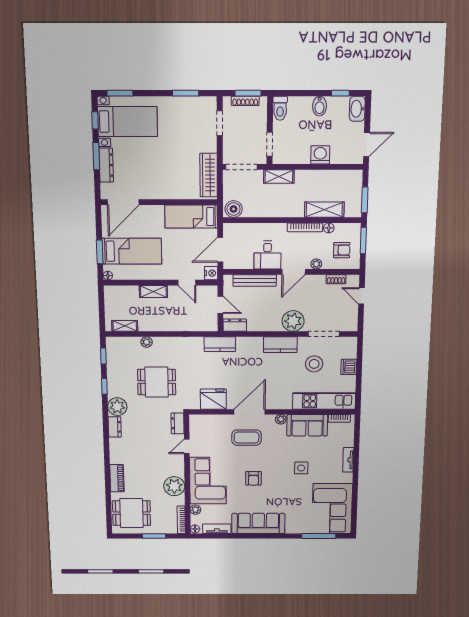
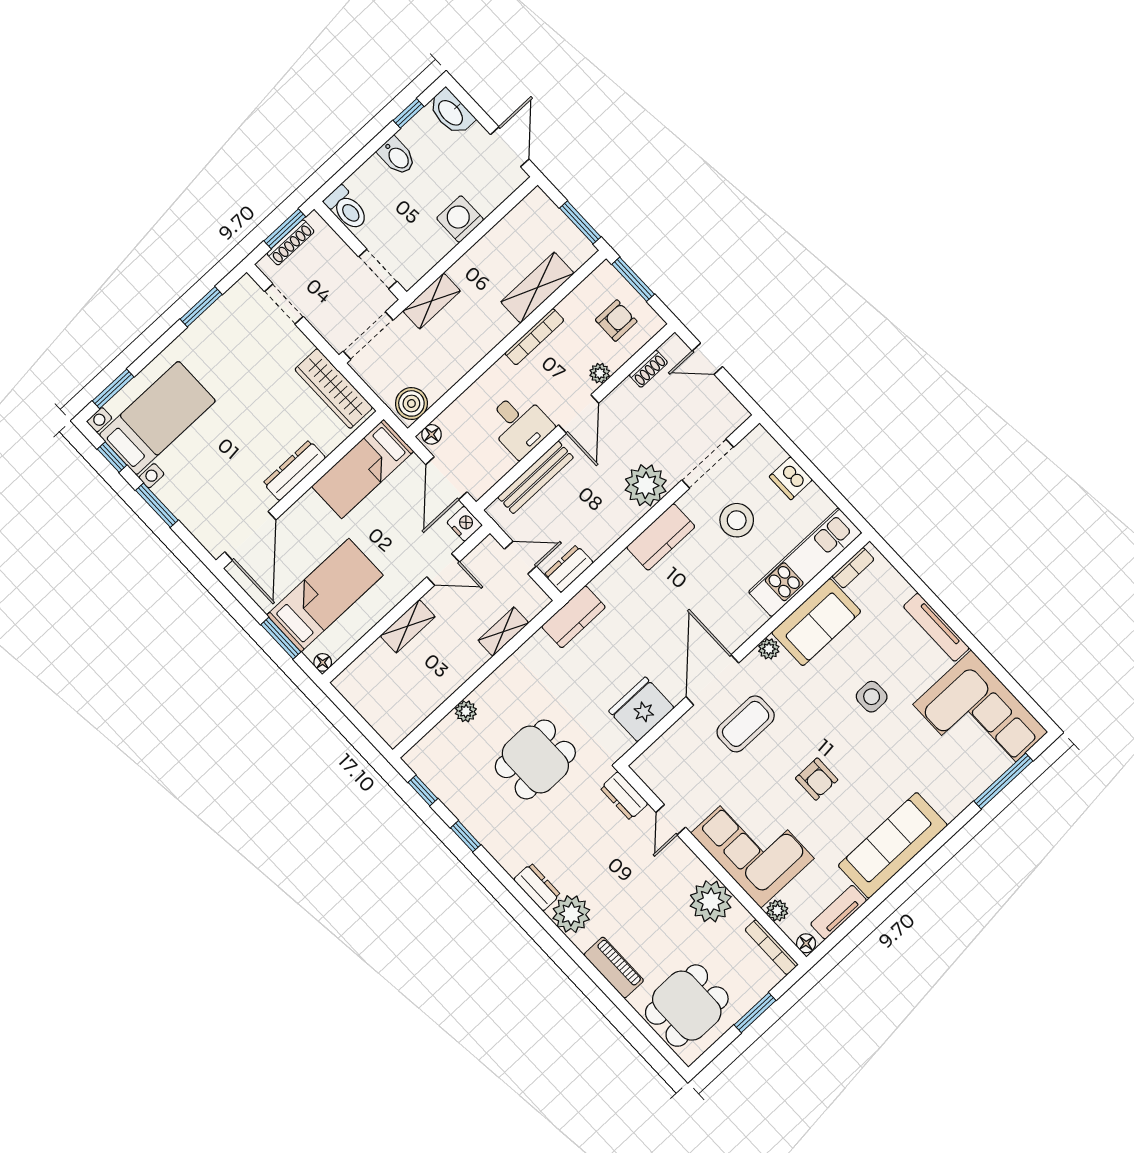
dresser: (106, 165) -> (294, 470), moved, turned -90
floor lamp: (329, 228) -> (431, 434), moved
shelving: (125, 326) -> (503, 632), moved
plant: (117, 407) -> (571, 914), moved
tv unit: (348, 460) -> (936, 627), width x1.41

